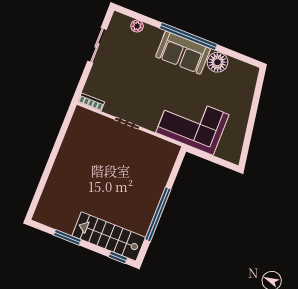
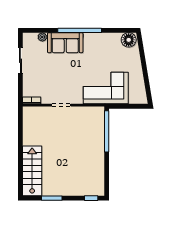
sofa: (183, 53) -> (65, 43), moved
floor lamp: (218, 62) -> (129, 40), moved
window: (158, 214) -> (107, 131), moved
stairs: (109, 236) -> (32, 171), moved, turned 90

